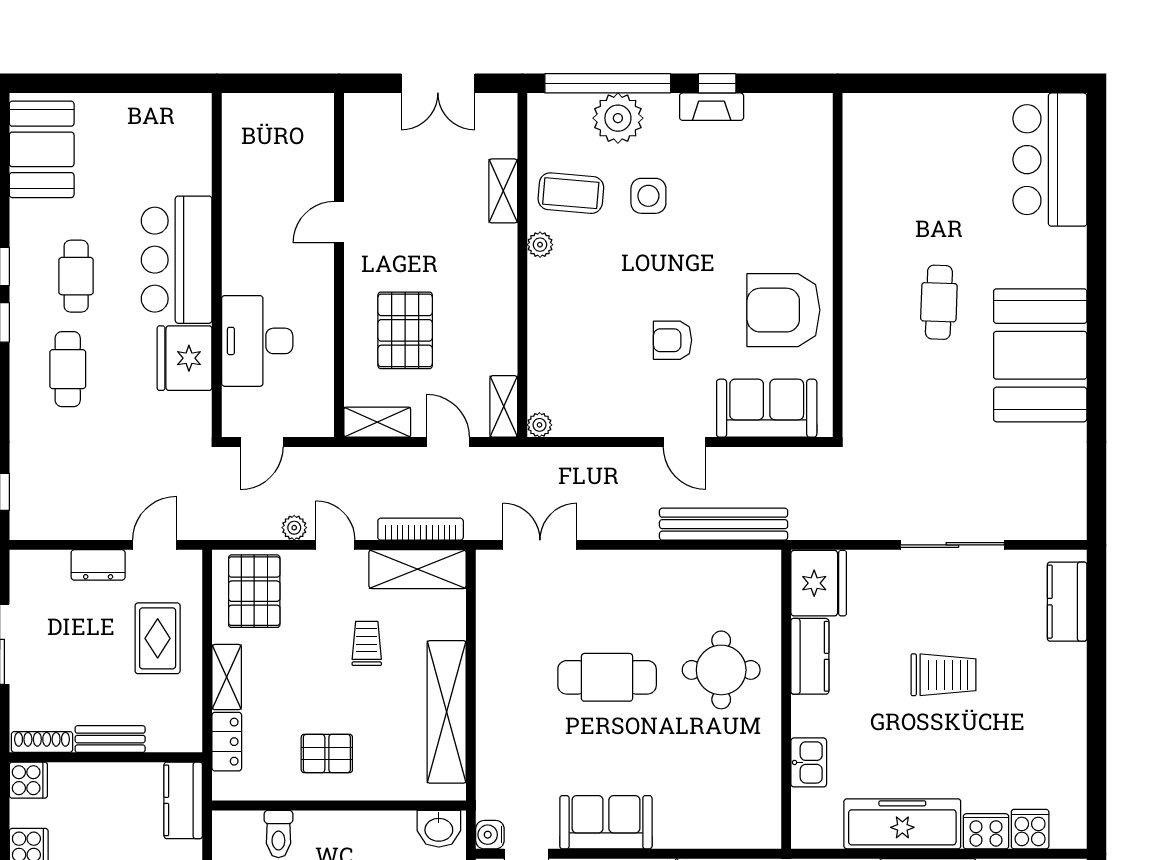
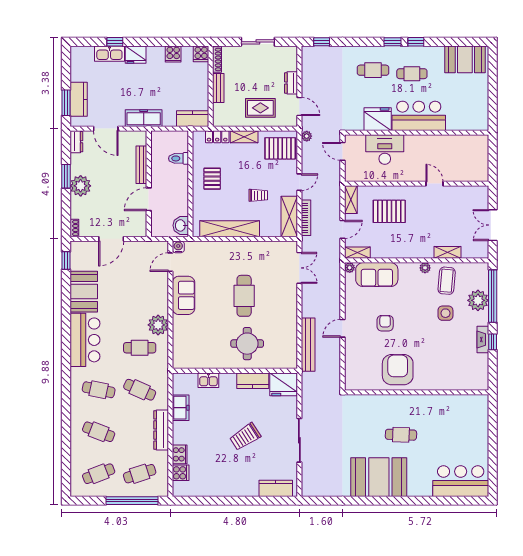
sofa: (767, 408) -> (377, 275), moved, turned 90
plant: (294, 528) -> (307, 136), moved
trolley: (944, 675) -> (245, 437), turned 57
freezer: (902, 824) -> (181, 408), width x0.52, depth x0.79

